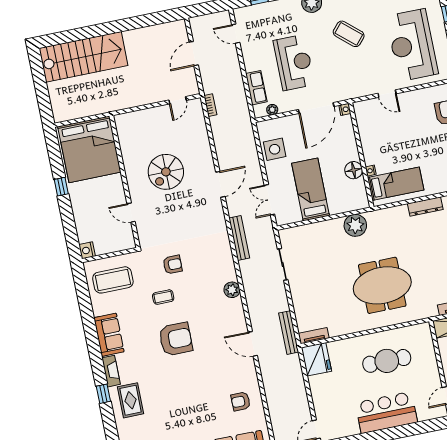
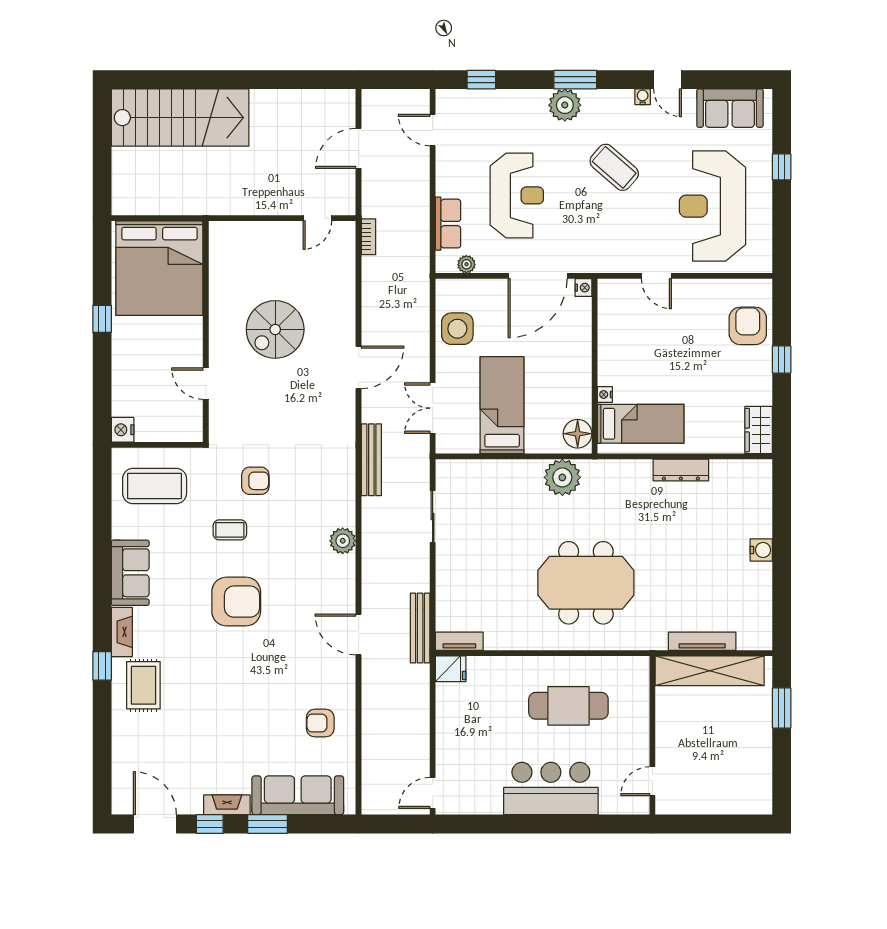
floor lamp: (354, 170) -> (578, 434), moved
fridge: (316, 359) -> (451, 669), width x0.53, depth x0.75

